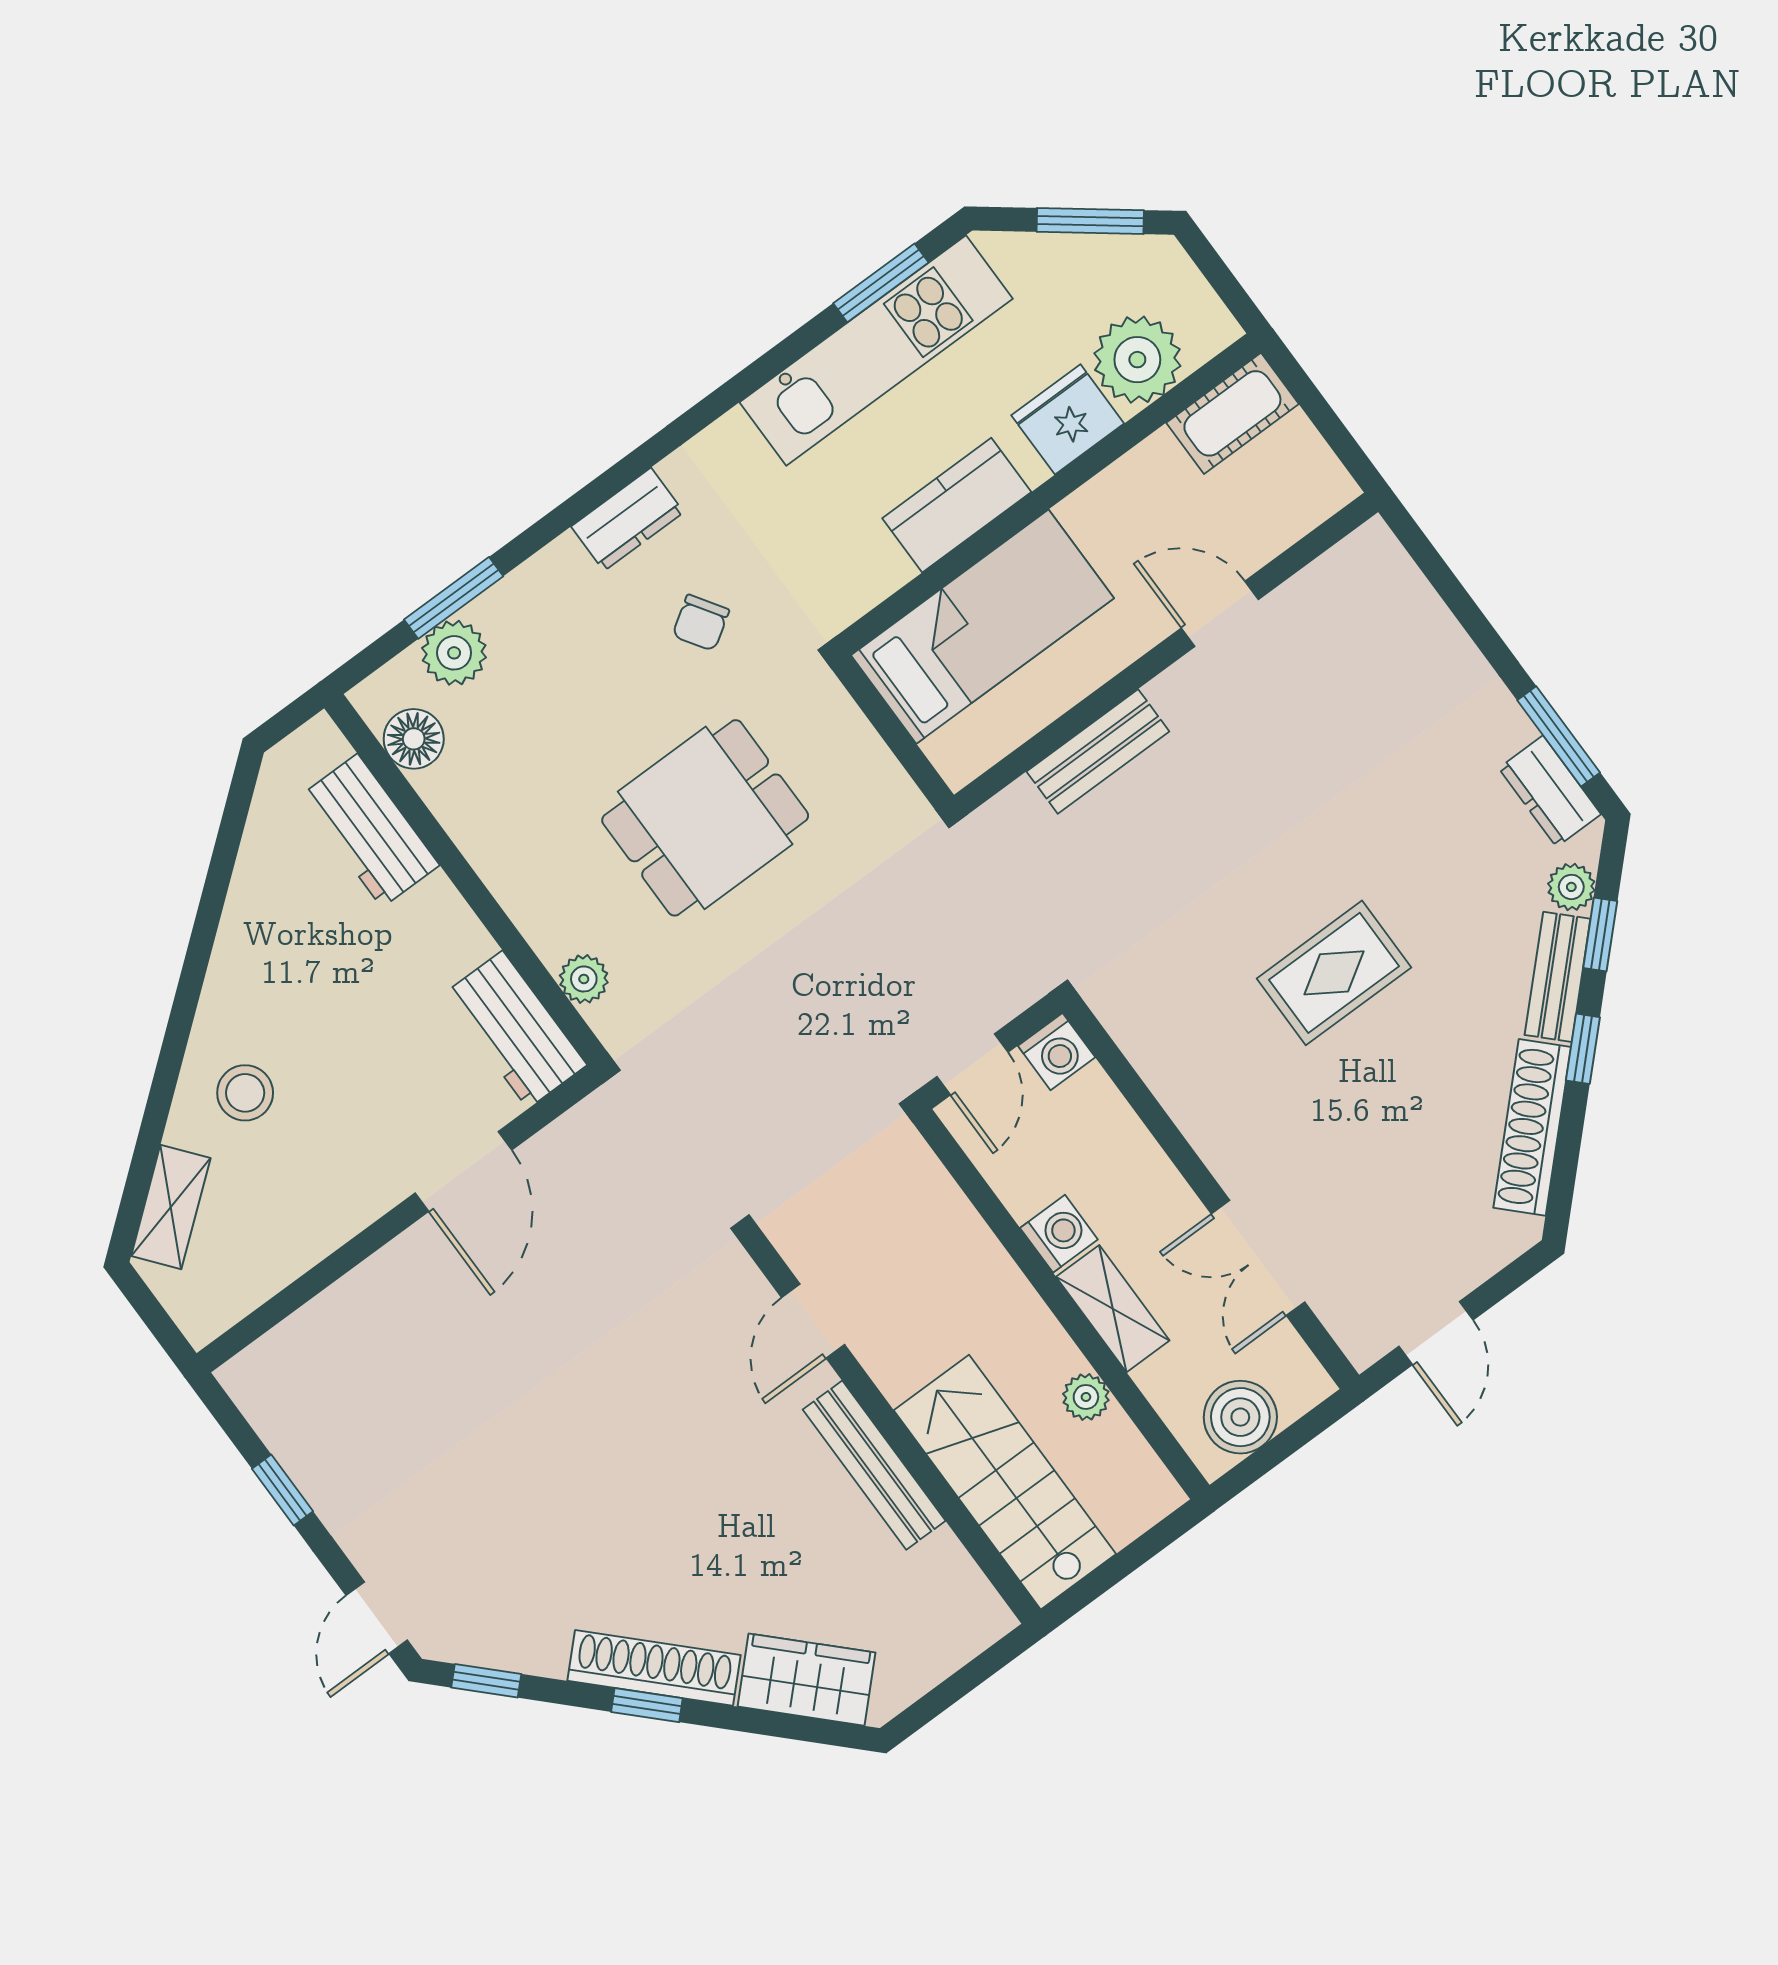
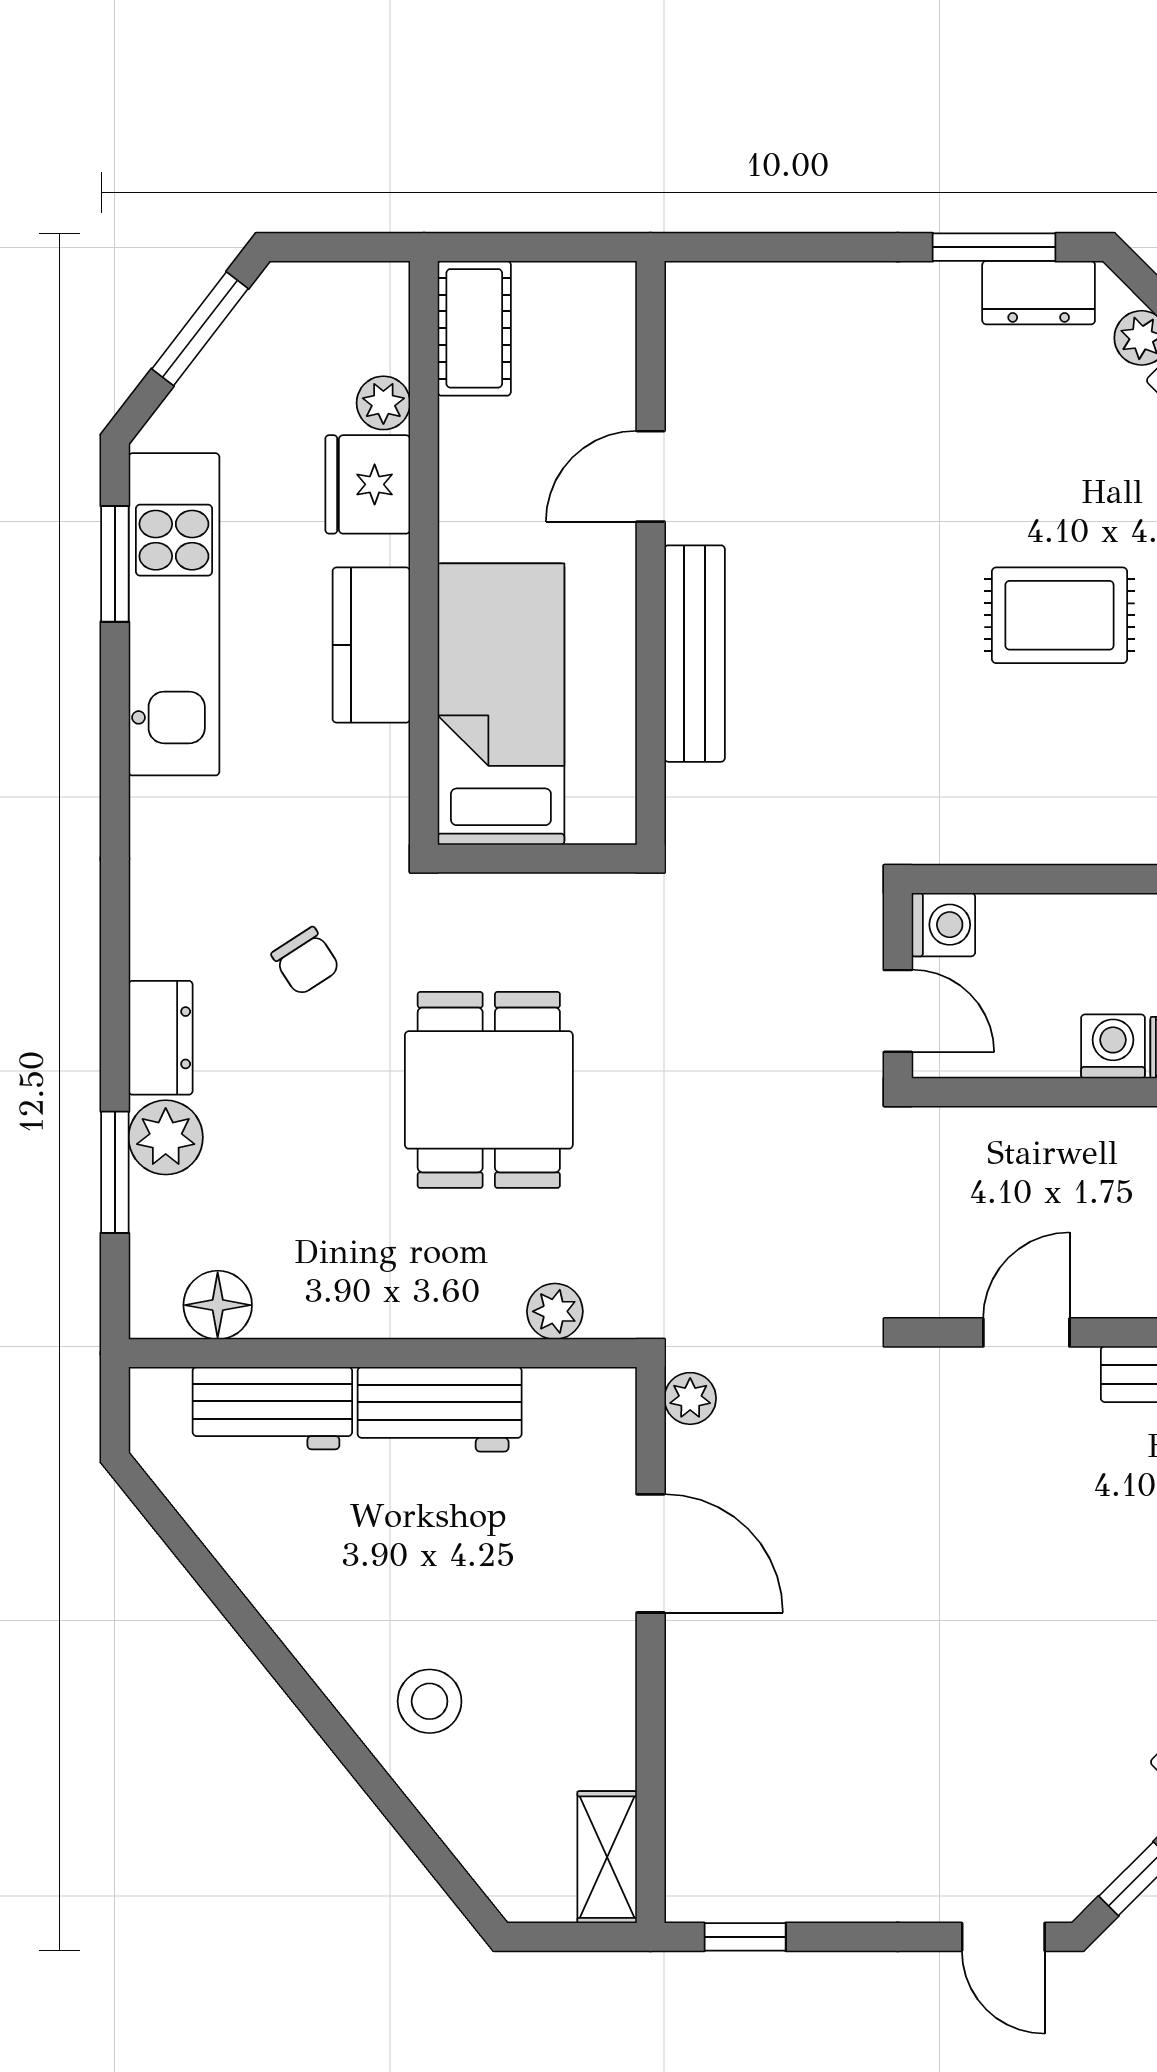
plant: (1137, 360) -> (383, 403), width x0.53, depth x0.53
dresser: (627, 519) -> (161, 1038), moved
plant: (454, 653) -> (166, 1137), moved
bench: (1098, 751) -> (695, 654), width x1.36
rug: (1334, 973) -> (1059, 615), turned 90
workbench: (515, 1030) -> (440, 1409), moved
plant: (593, 1119) -> (690, 1398), added
shelving: (171, 1207) -> (607, 1857), moved, turned 39
door: (813, 1321) -> (1026, 1332), swing flipped
window: (282, 1490) -> (745, 1937), moved

